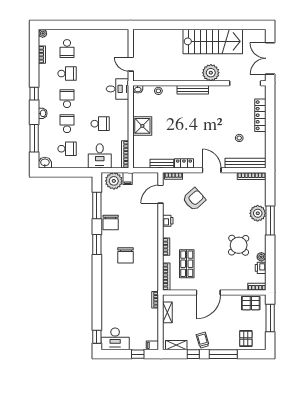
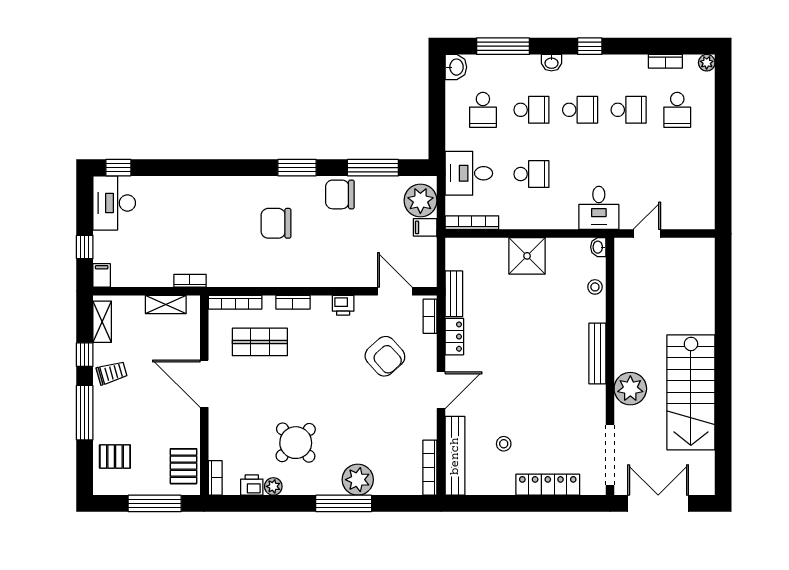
school desk: (67, 48) -> (677, 110), turned -90
school desk: (67, 74) -> (629, 110), turned -90
school desk: (100, 124) -> (531, 174), turned -90

